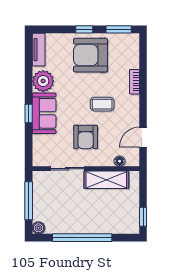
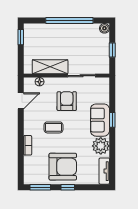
window: (29, 201) -> (112, 50), width x0.46

